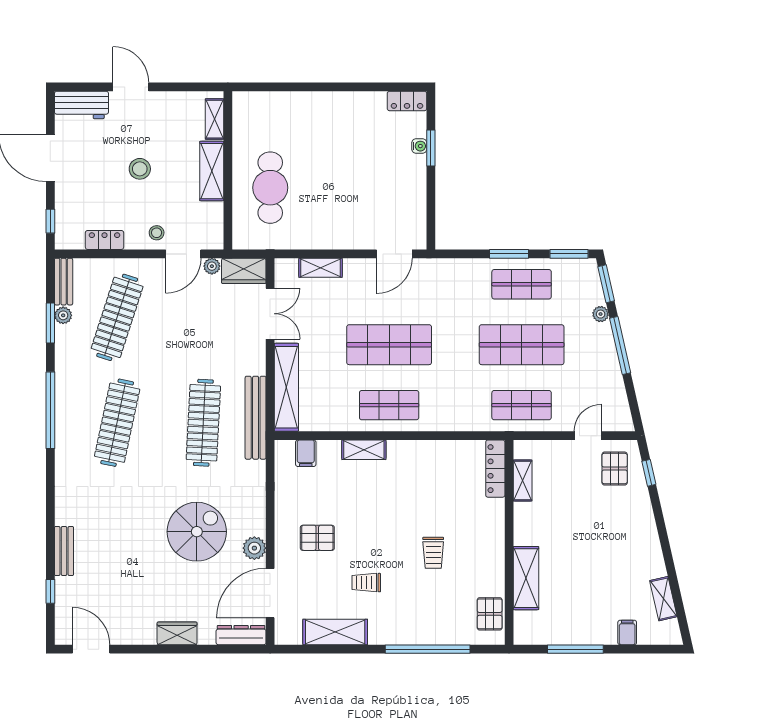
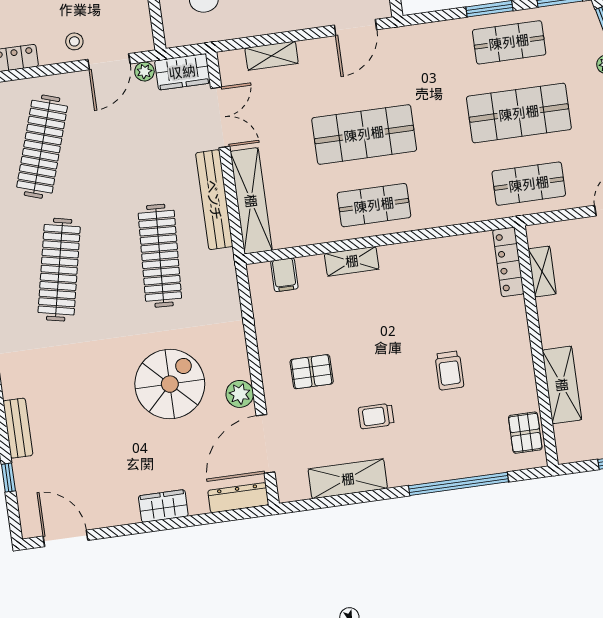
bench: (256, 418) -> (214, 200), moved

